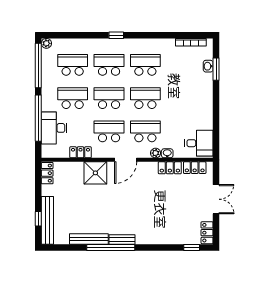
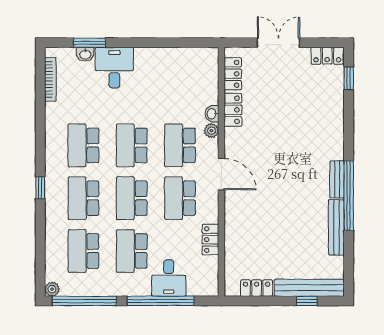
desk: (54, 128) -> (169, 278), width x0.73
desk: (199, 143) -> (114, 68), moved
locker: (47, 173) -> (257, 288), moved
shower: (95, 173) -> (240, 218), removed

